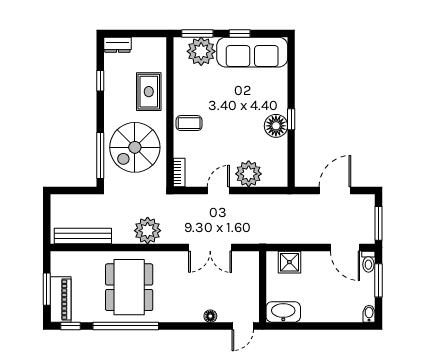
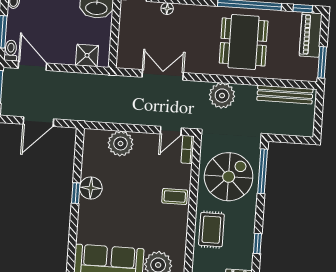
door: (218, 190) -> (171, 131), moved
window: (47, 289) -> (322, 62), moved

